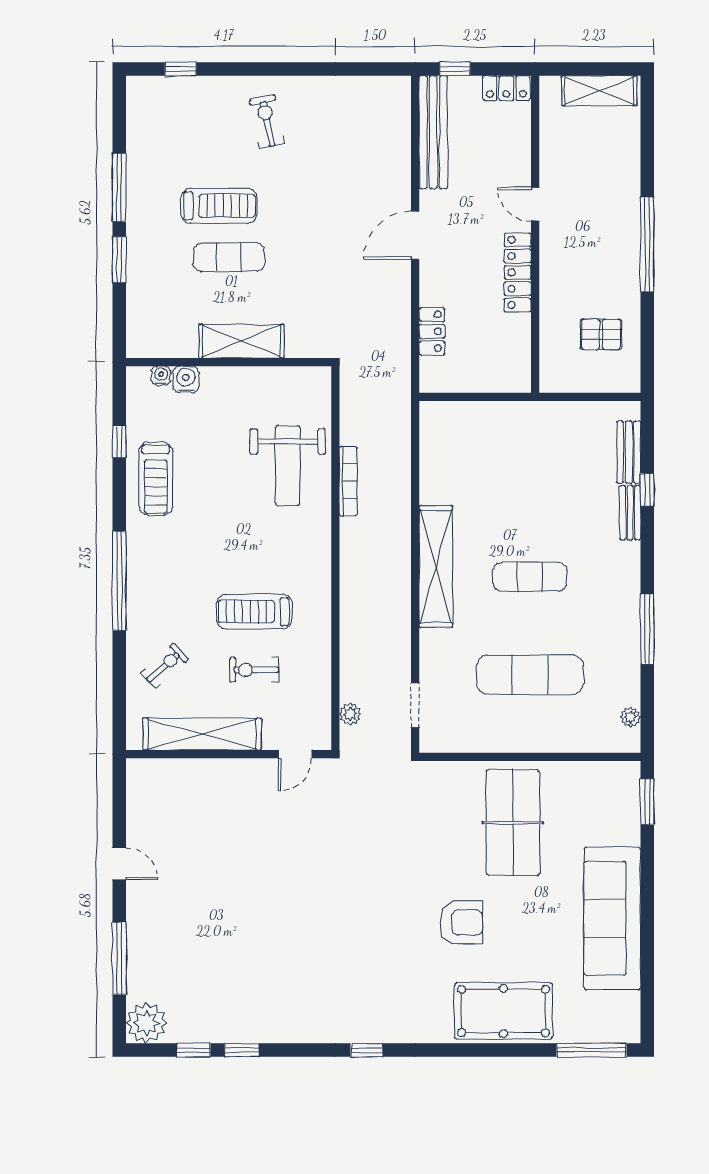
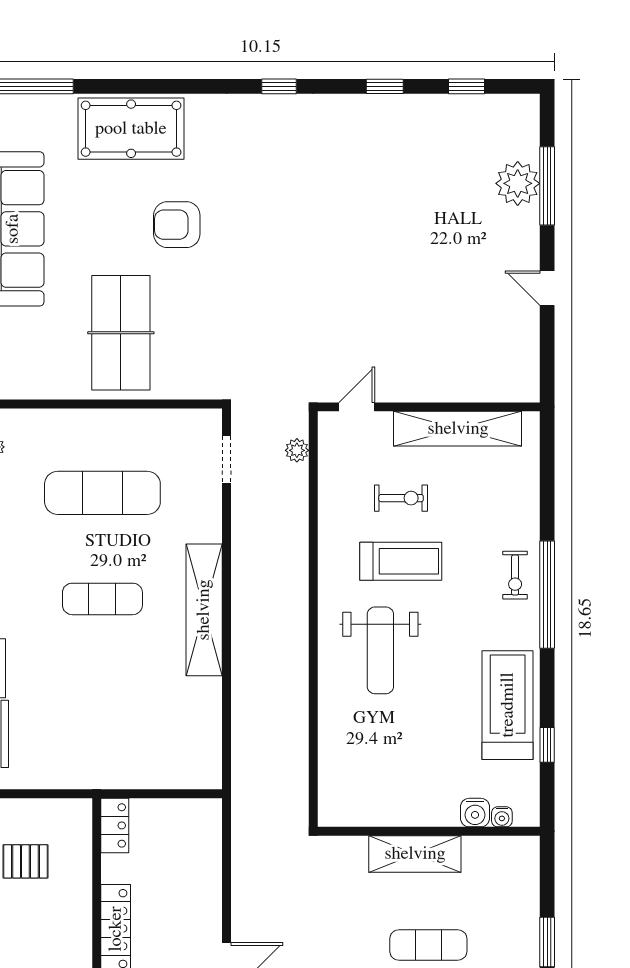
locker: (432, 331) -> (115, 825), moved, turned 180
weight bench: (288, 466) -> (380, 650), moved, turned 180
treadmill: (156, 479) -> (508, 705), width x1.37, depth x1.38
bookcase: (348, 481) -> (299, 703), removed
exercise bike: (165, 666) -> (515, 575), moved, turned -48
plant: (146, 1023) -> (518, 183), moved
window: (242, 1050) -> (385, 86), moved

